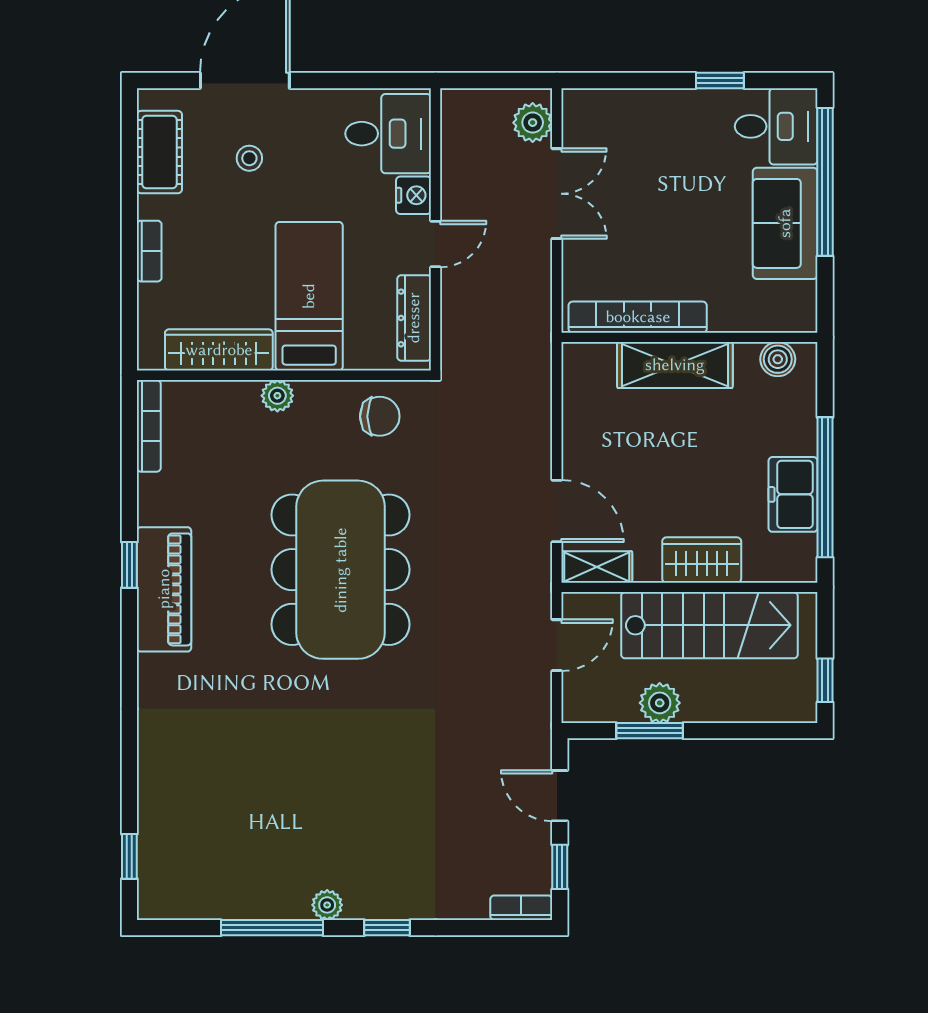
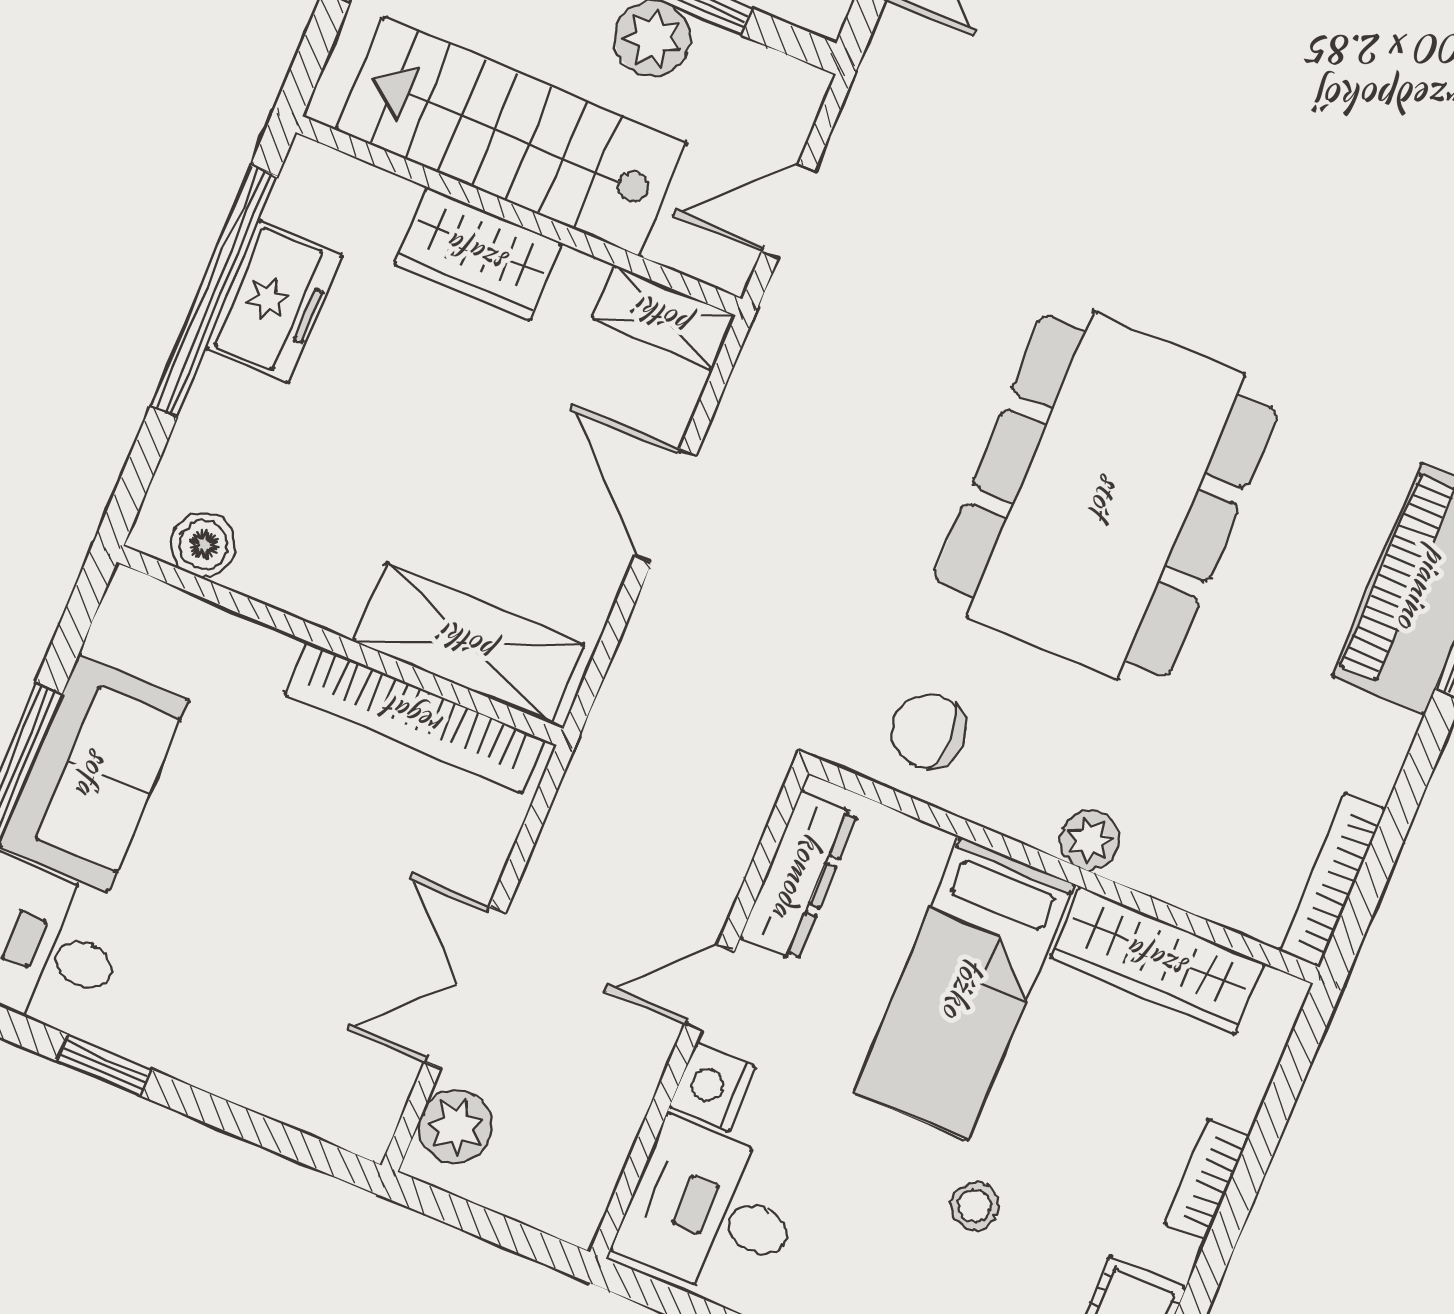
stool: (249, 158) -> (975, 1206), moved
shelving: (675, 365) -> (469, 643), moved
door: (557, 511) -> (666, 506), moved

